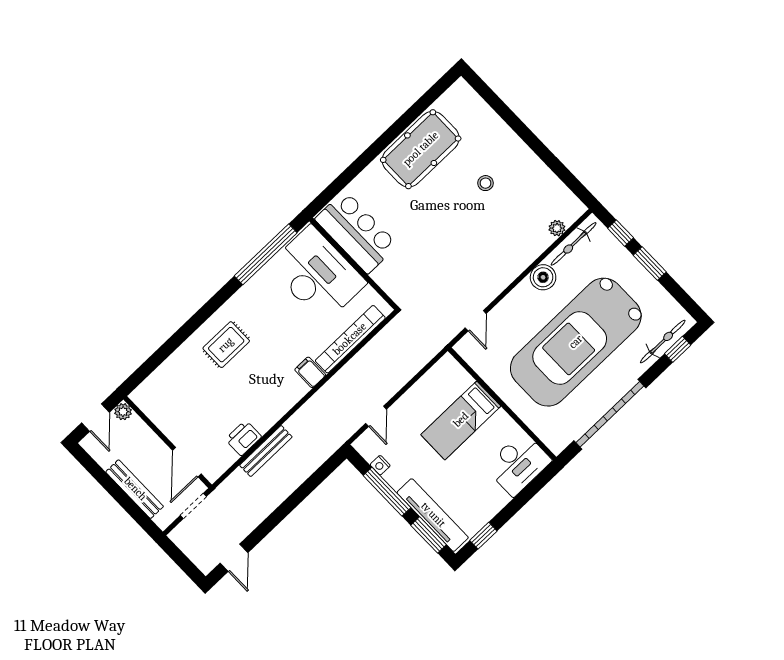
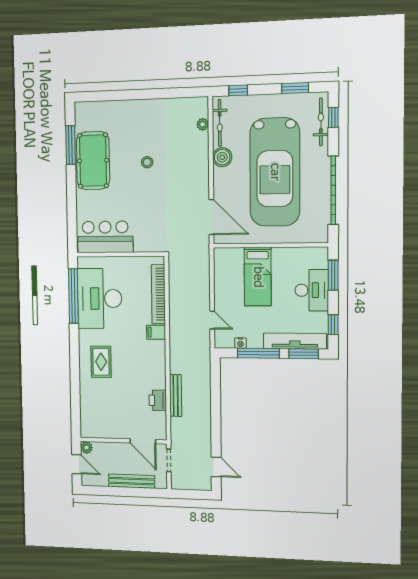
window: (415, 111) -> (71, 145), added
stool: (485, 183) -> (147, 162), moved
window: (650, 264) -> (295, 88), moved
desk: (317, 274) -> (100, 299), moved, turned -90
door: (476, 321) -> (211, 217), width x1.88
desk: (518, 464) -> (312, 290), moved
window: (530, 491) -> (333, 275), added

